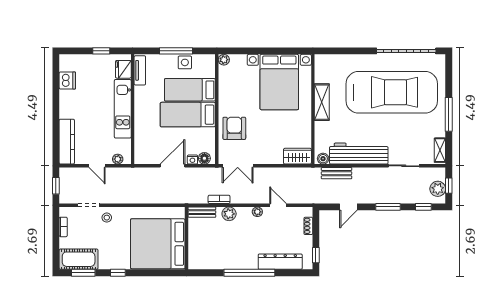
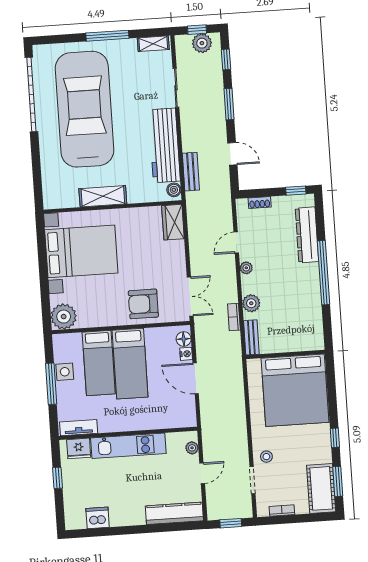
plant: (224, 60) -> (64, 317), width x1.87, depth x1.87

